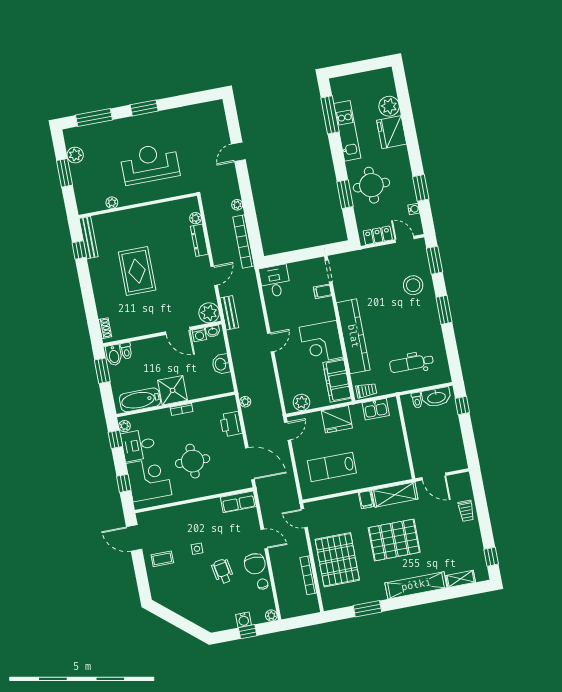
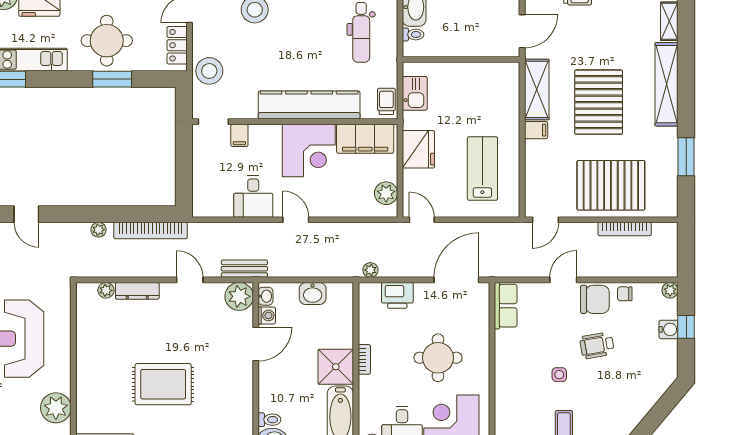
plant: (112, 203) -> (56, 408), width x1.88, depth x1.88
stool: (364, 261) -> (209, 71), added
desk: (275, 281) -> (253, 196), moved, turned -90
lab bench: (332, 467) -> (482, 169), turned 180

